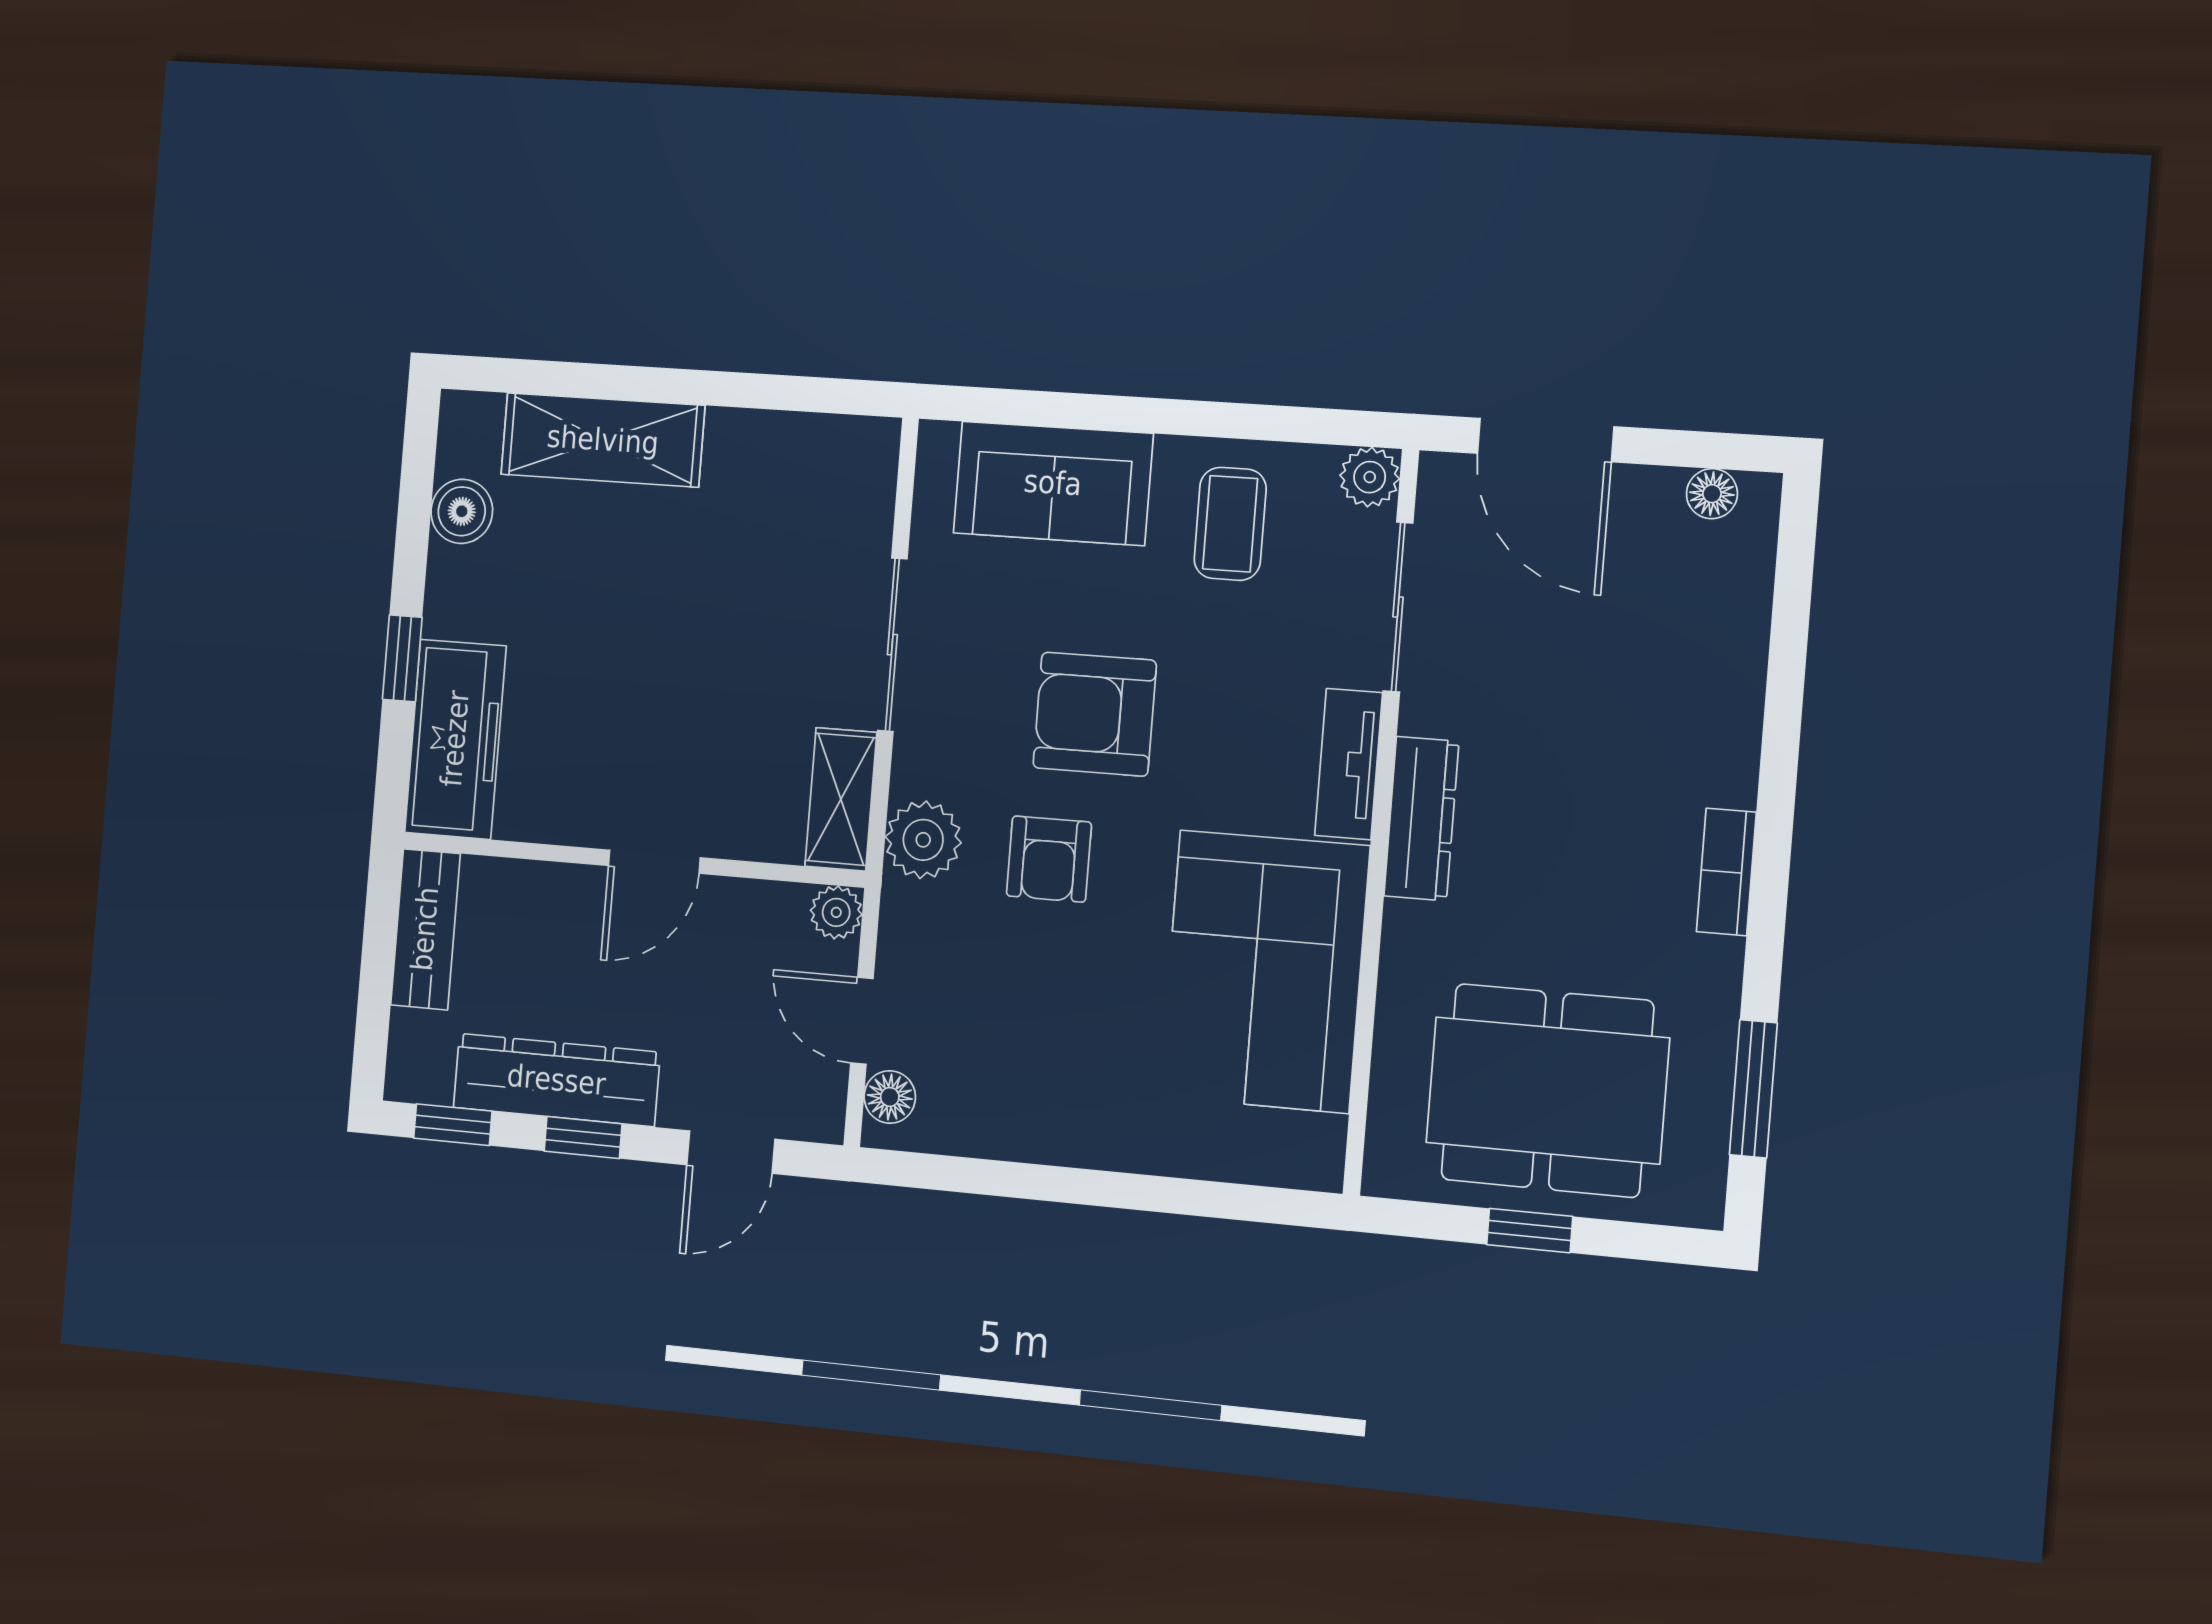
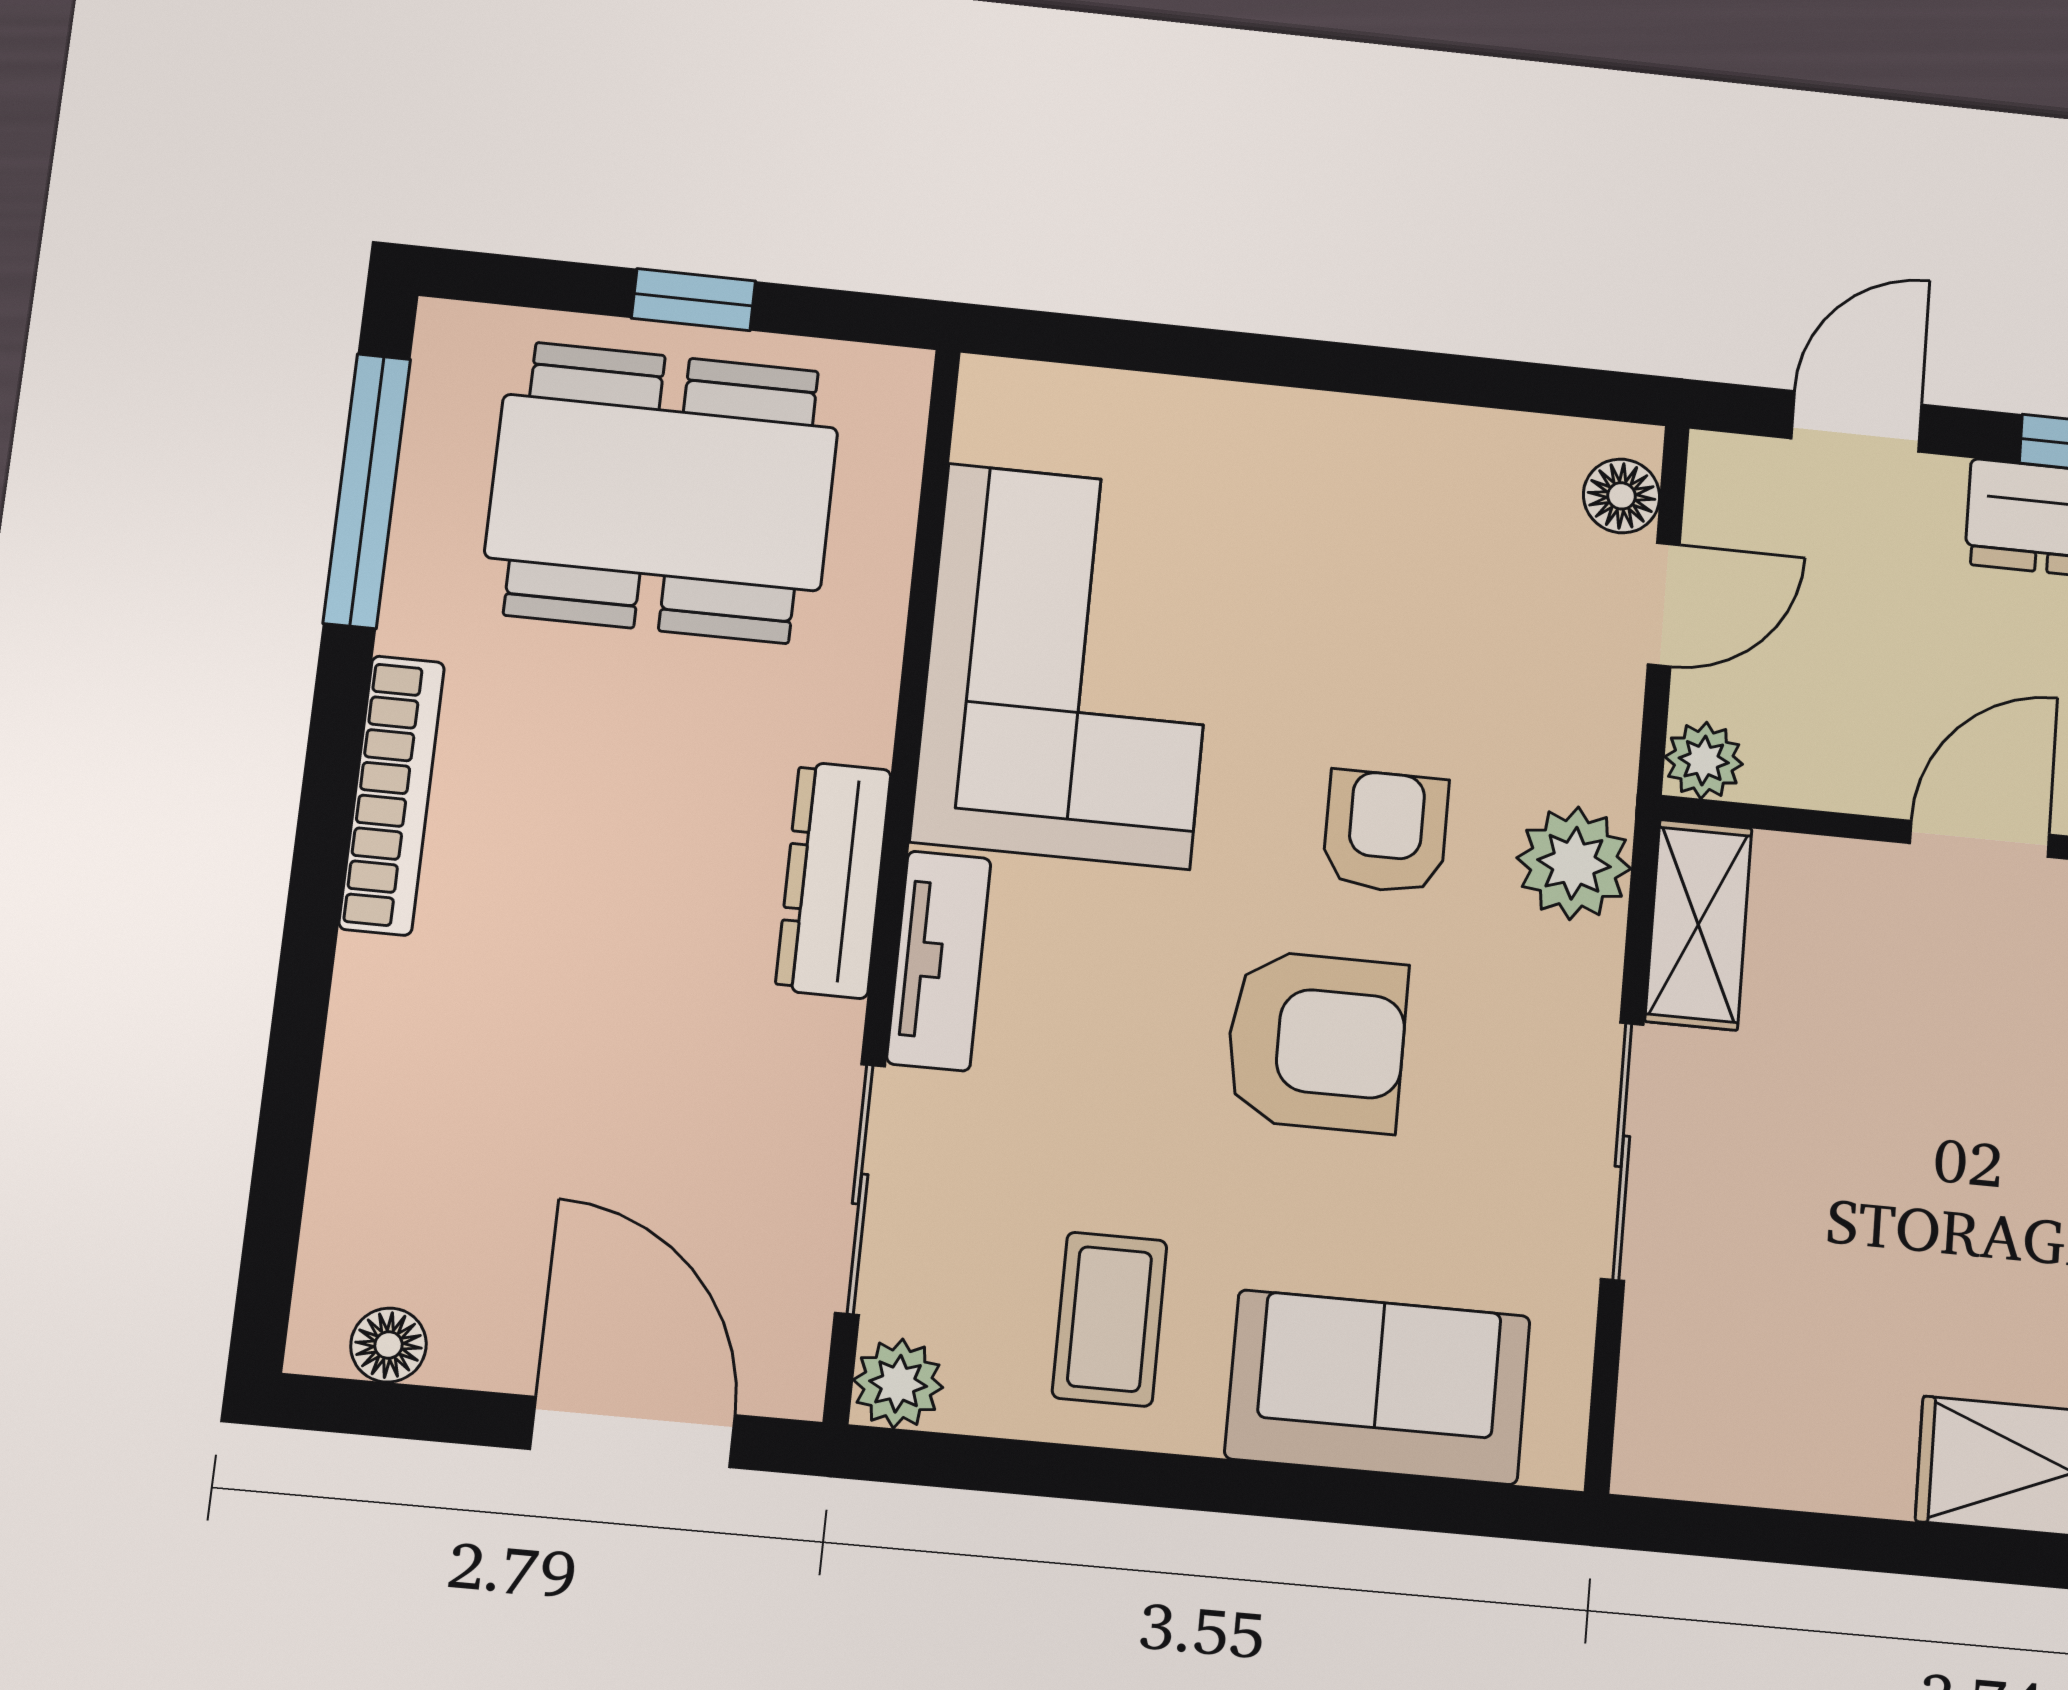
bookcase: (1726, 872) -> (392, 795), width x1.56
door: (862, 1021) -> (1664, 605), hinge flipped
window: (1753, 1089) -> (367, 491), width x1.44

